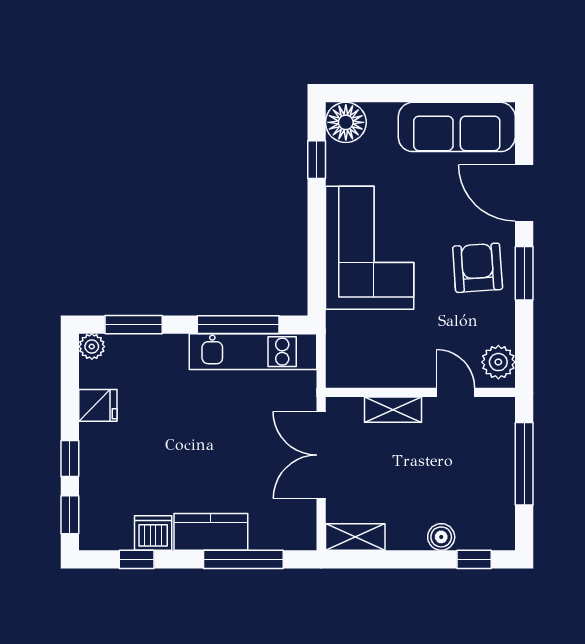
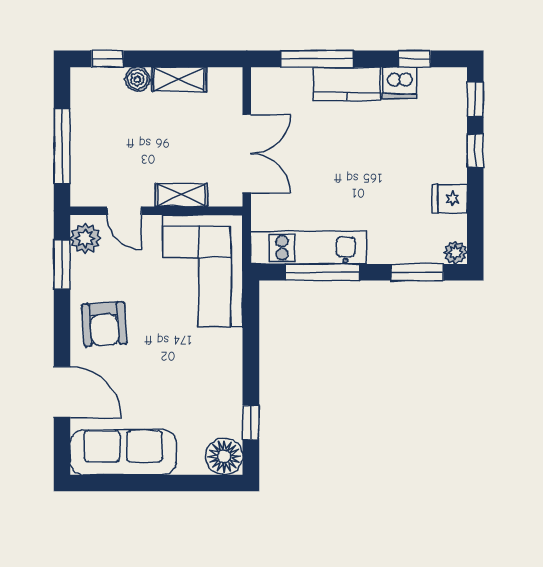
corner sofa: (370, 248) -> (203, 271), moved
window: (524, 273) -> (62, 264), moved
shelving: (355, 537) -> (179, 79), moved

